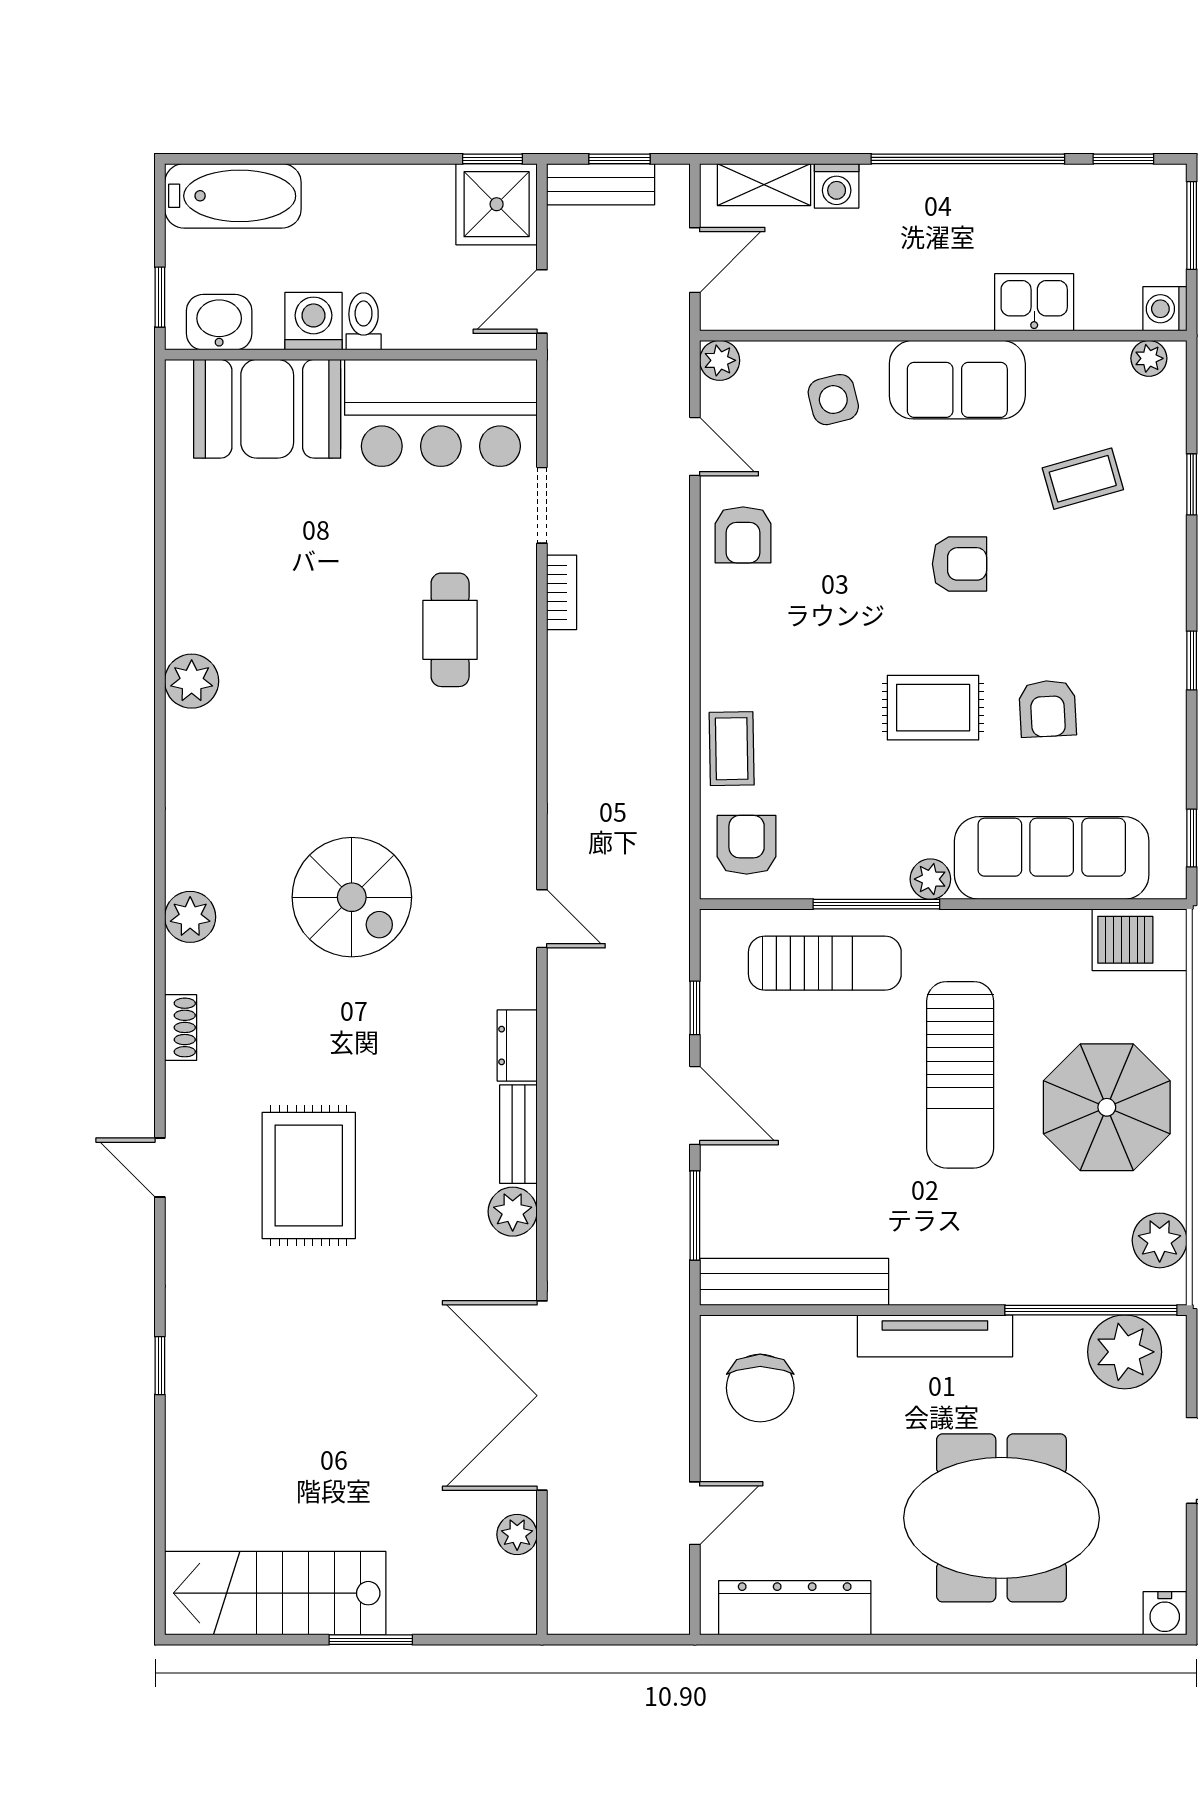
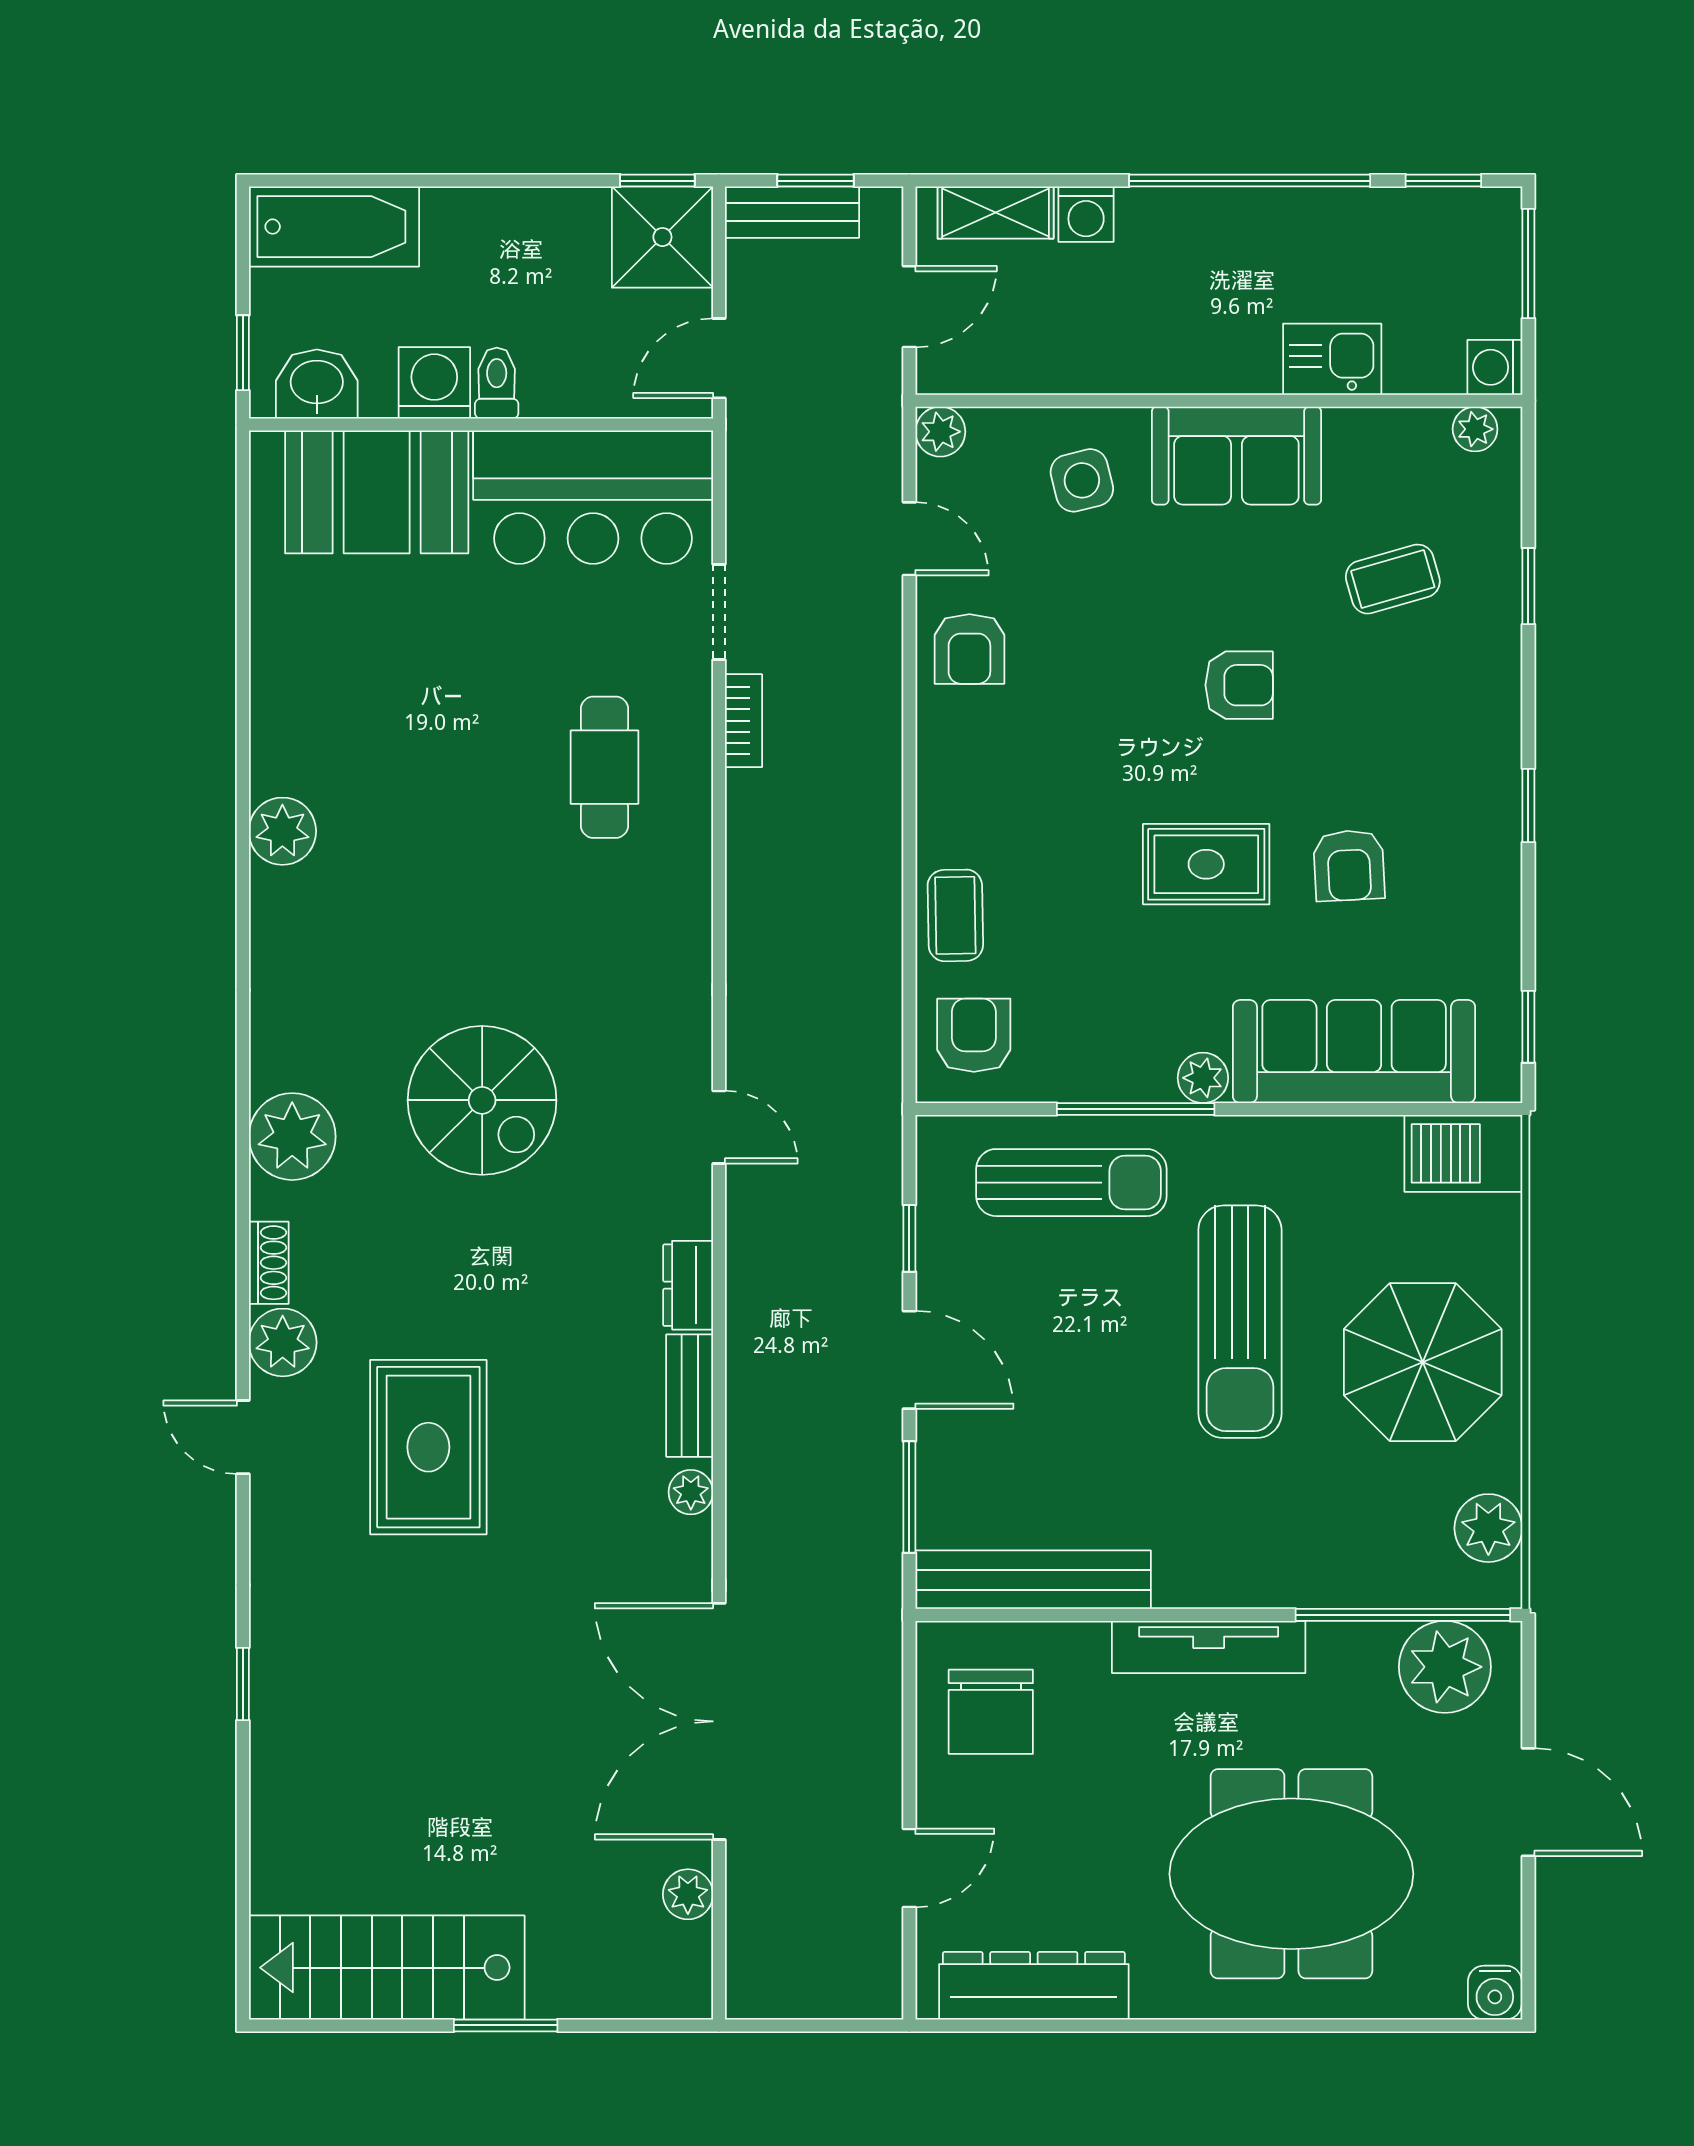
plant: (190, 917) -> (292, 1137), width x1.36, depth x1.36
plant: (192, 1091) -> (283, 1342), added
plant: (513, 1212) -> (691, 1492), width x0.73, depth x0.73

